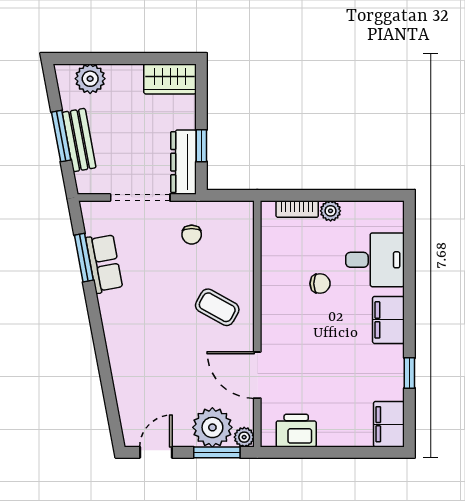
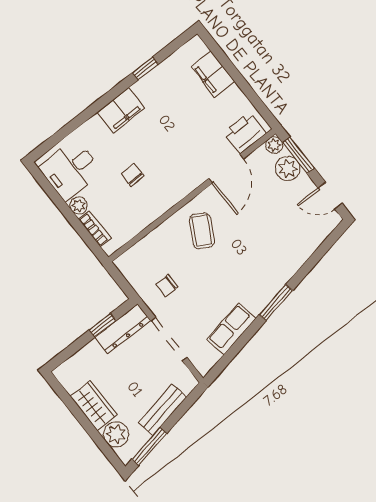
wardrobe: (170, 79) -> (94, 406), moved
window: (61, 136) -> (149, 446), moved
chair: (192, 235) -> (167, 286), turned 180
window: (84, 258) -> (276, 303), moved
desk: (375, 260) -> (71, 170), moved, turned -90
filing cabinet: (389, 424) -> (213, 74), moved, turned 90
plant: (212, 427) -> (288, 168), width x0.73, depth x0.73
printer: (296, 431) -> (245, 133), moved, turned 90

